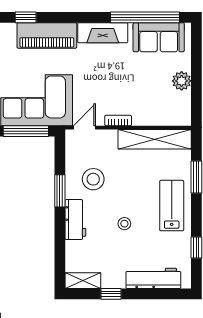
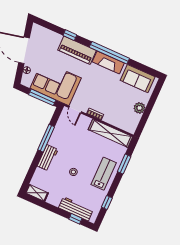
window: (145, 17) -> (109, 53), moved
door: (84, 128) -> (75, 110), swing flipped
stool: (93, 179) -> (67, 140), removed
window: (60, 191) -> (46, 138), width x1.44
window: (111, 294) -> (75, 219), moved

